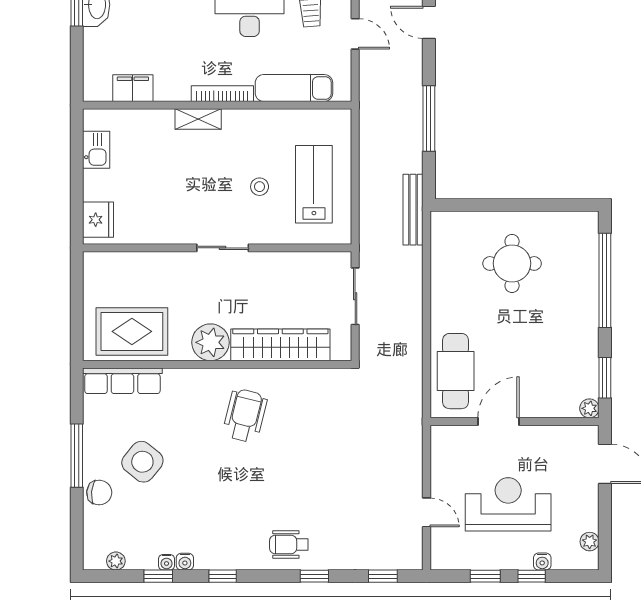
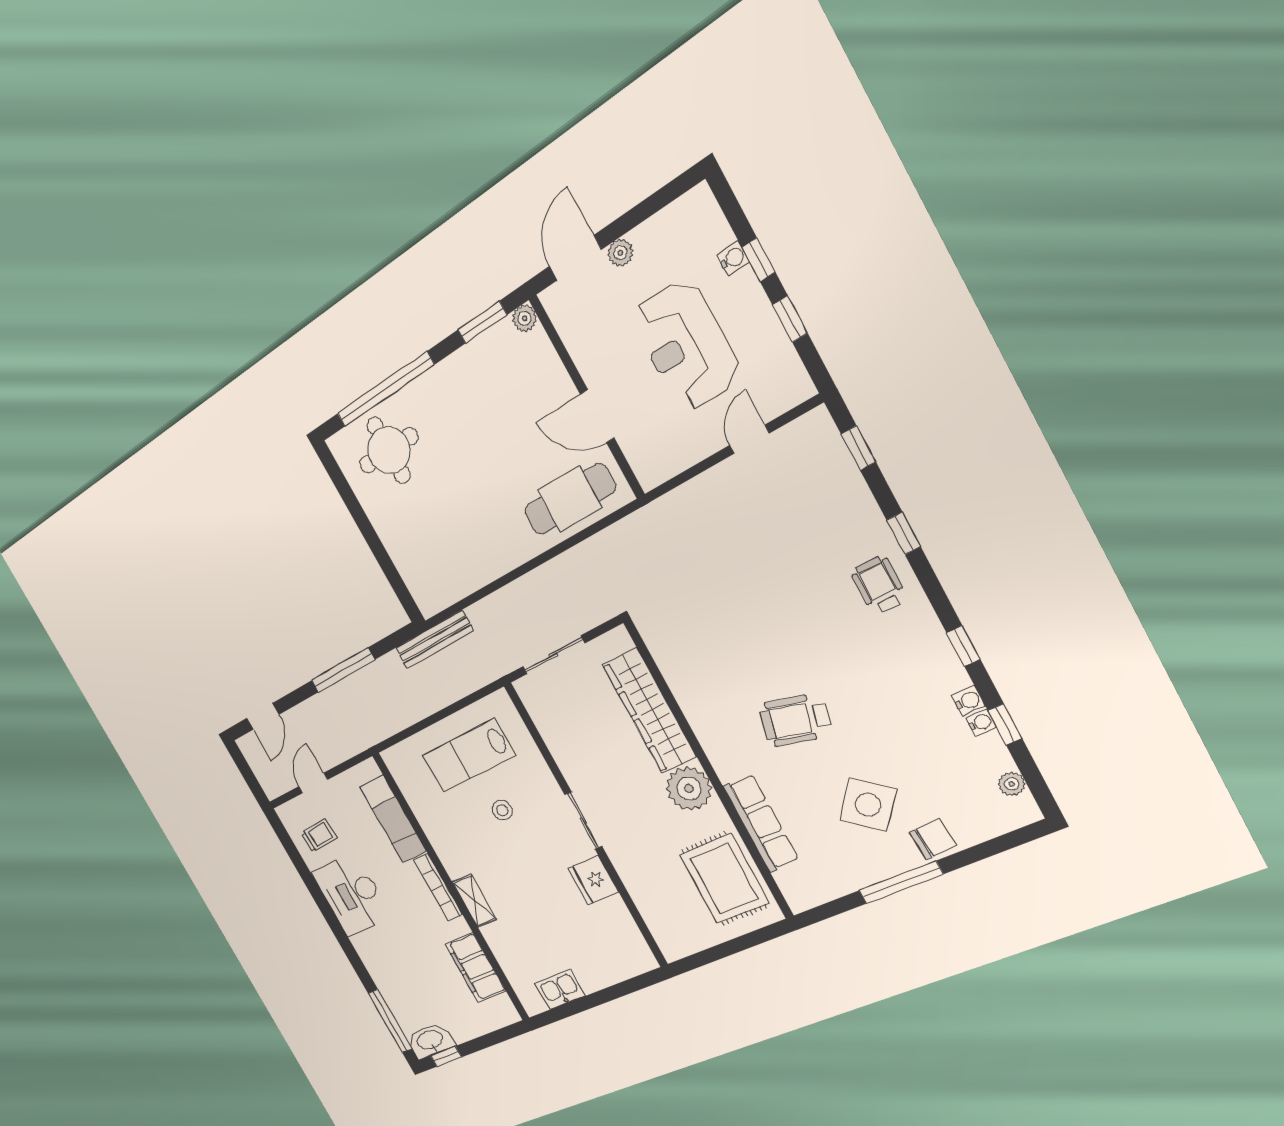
filing cabinet: (133, 88) -> (475, 968), width x1.50, depth x1.17
fridge: (98, 220) -> (593, 880), moved, turned -90
round table: (512, 263) -> (389, 450), moved
row of seats: (122, 381) -> (761, 823), moved
wheelchair: (245, 415) -> (795, 720), moved
chair: (99, 493) -> (933, 839), turned 81
plant: (590, 542) -> (620, 253), moved
wheelchair: (289, 544) -> (879, 585), turned 180

